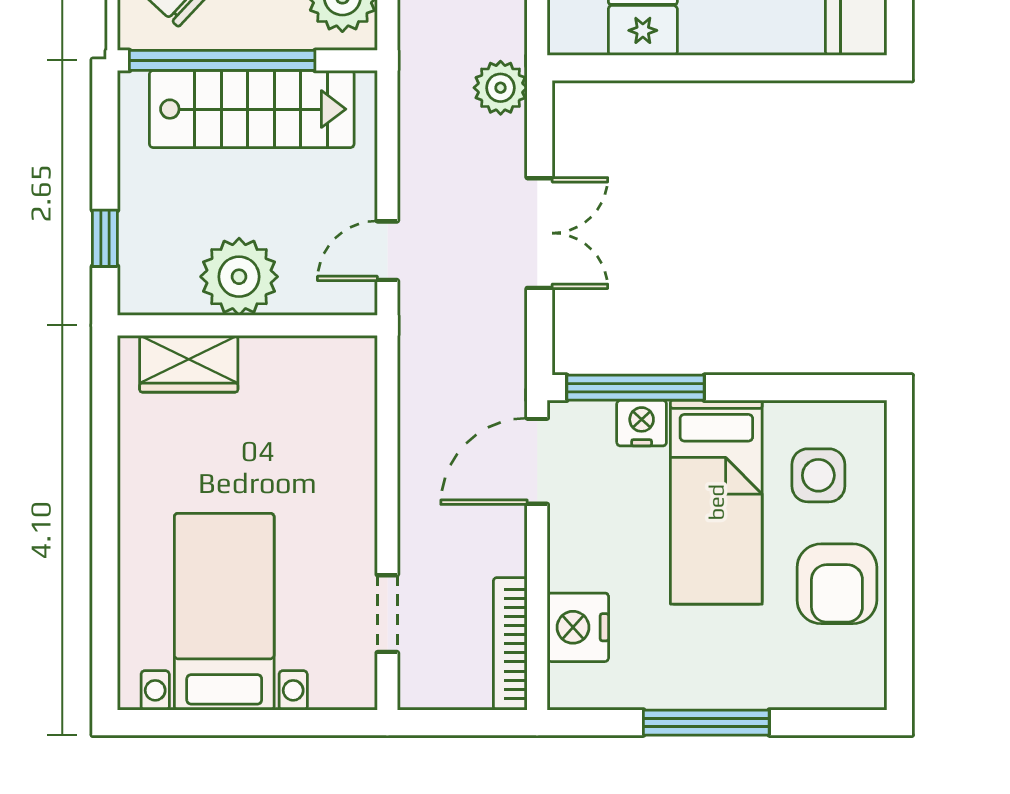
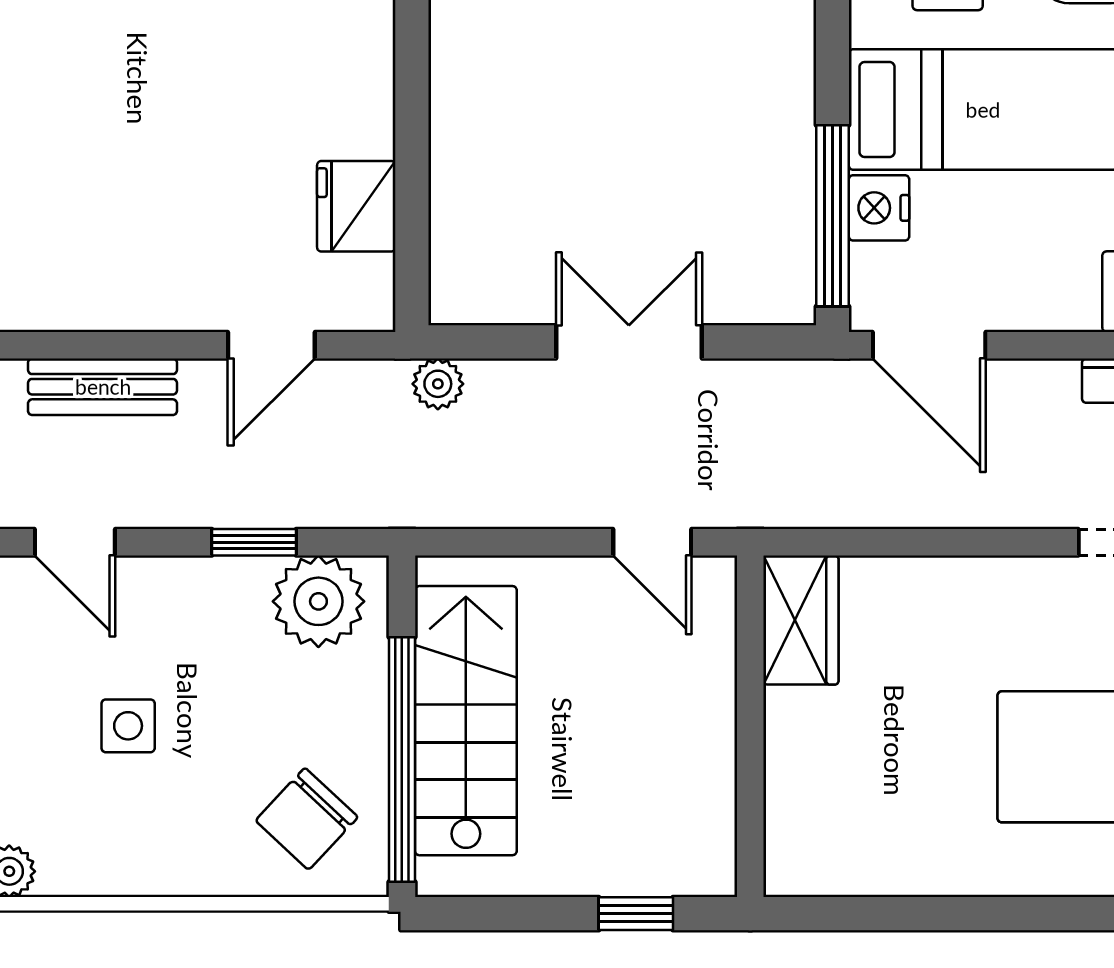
plant: (501, 88) -> (438, 384), width x0.73, depth x0.73
plant: (239, 277) -> (686, 737), removed
wardrobe: (189, 364) -> (801, 620), moved

